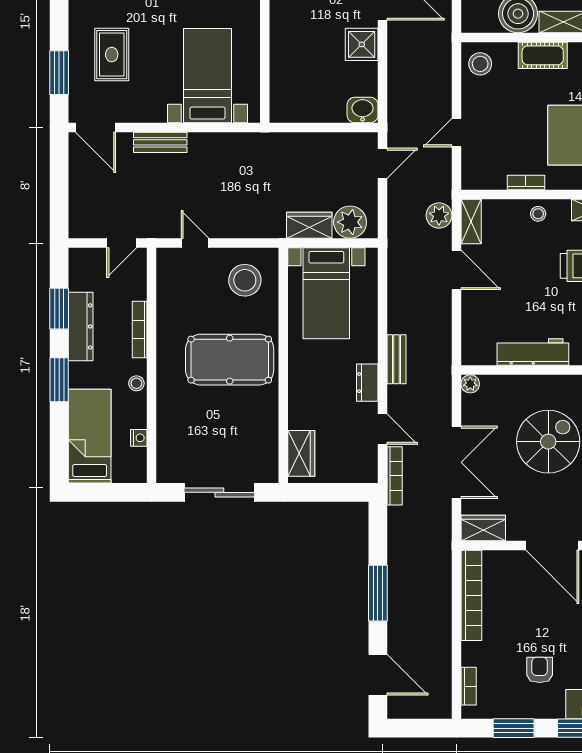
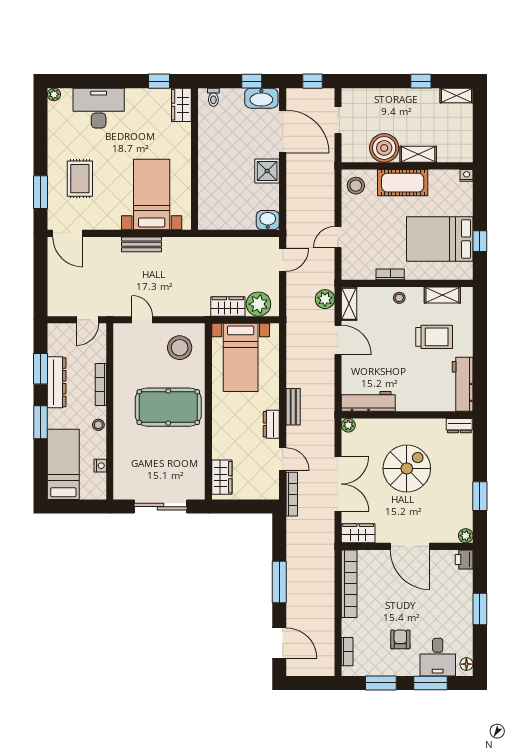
cot: (543, 55) -> (403, 183), width x1.37, depth x1.34
bench: (160, 142) -> (142, 244), moved
workbench: (533, 352) -> (368, 401), moved

